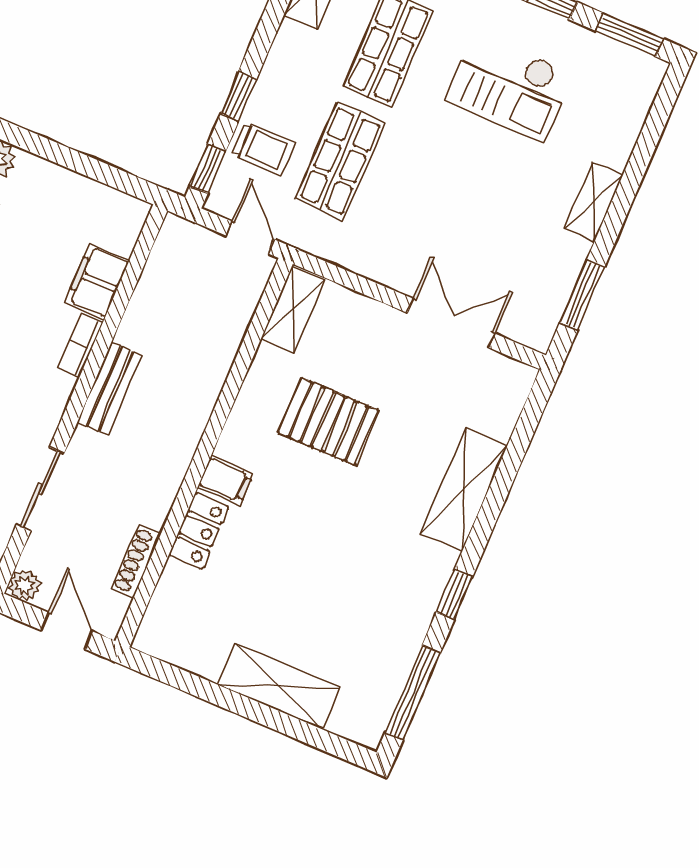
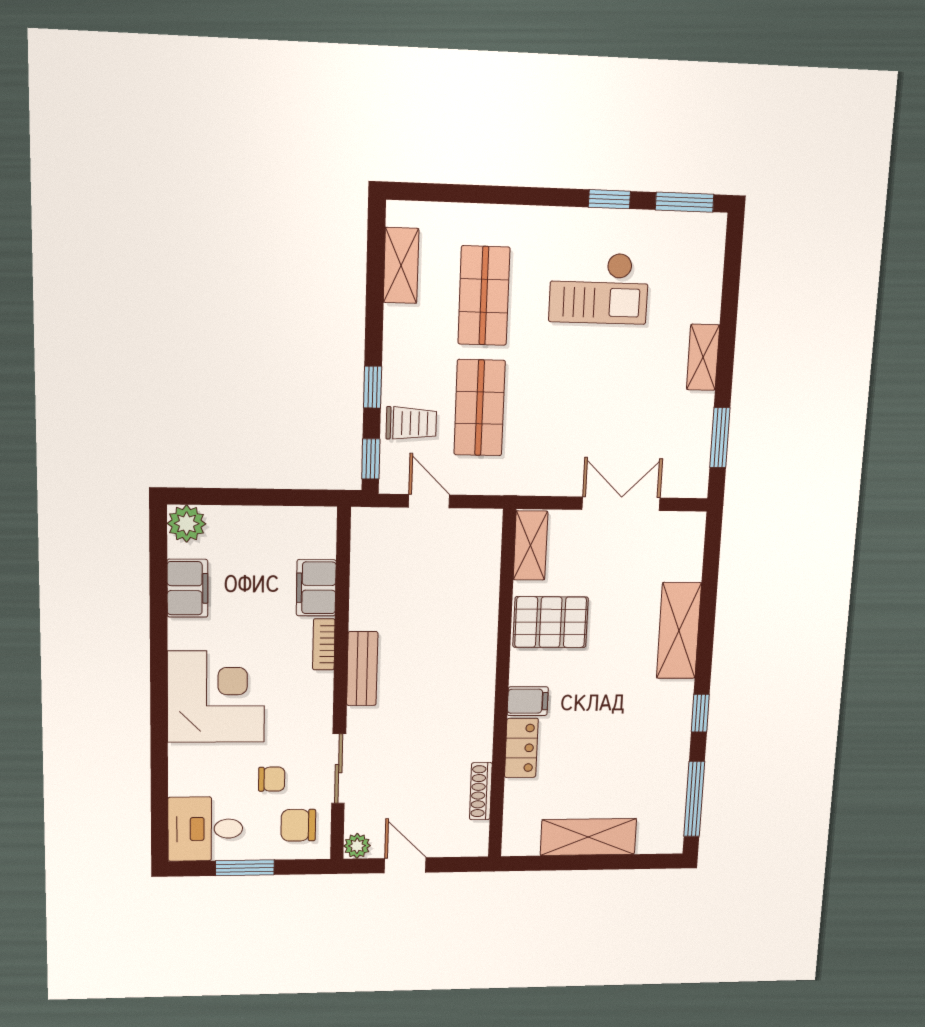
shelving: (293, 309) -> (530, 546), moved
wall: (204, 453) -> (502, 687), moved
filing cabinet: (226, 481) -> (528, 701), moved
locker: (199, 531) -> (521, 748), moved
shoe rack: (136, 562) -> (481, 791), moved

